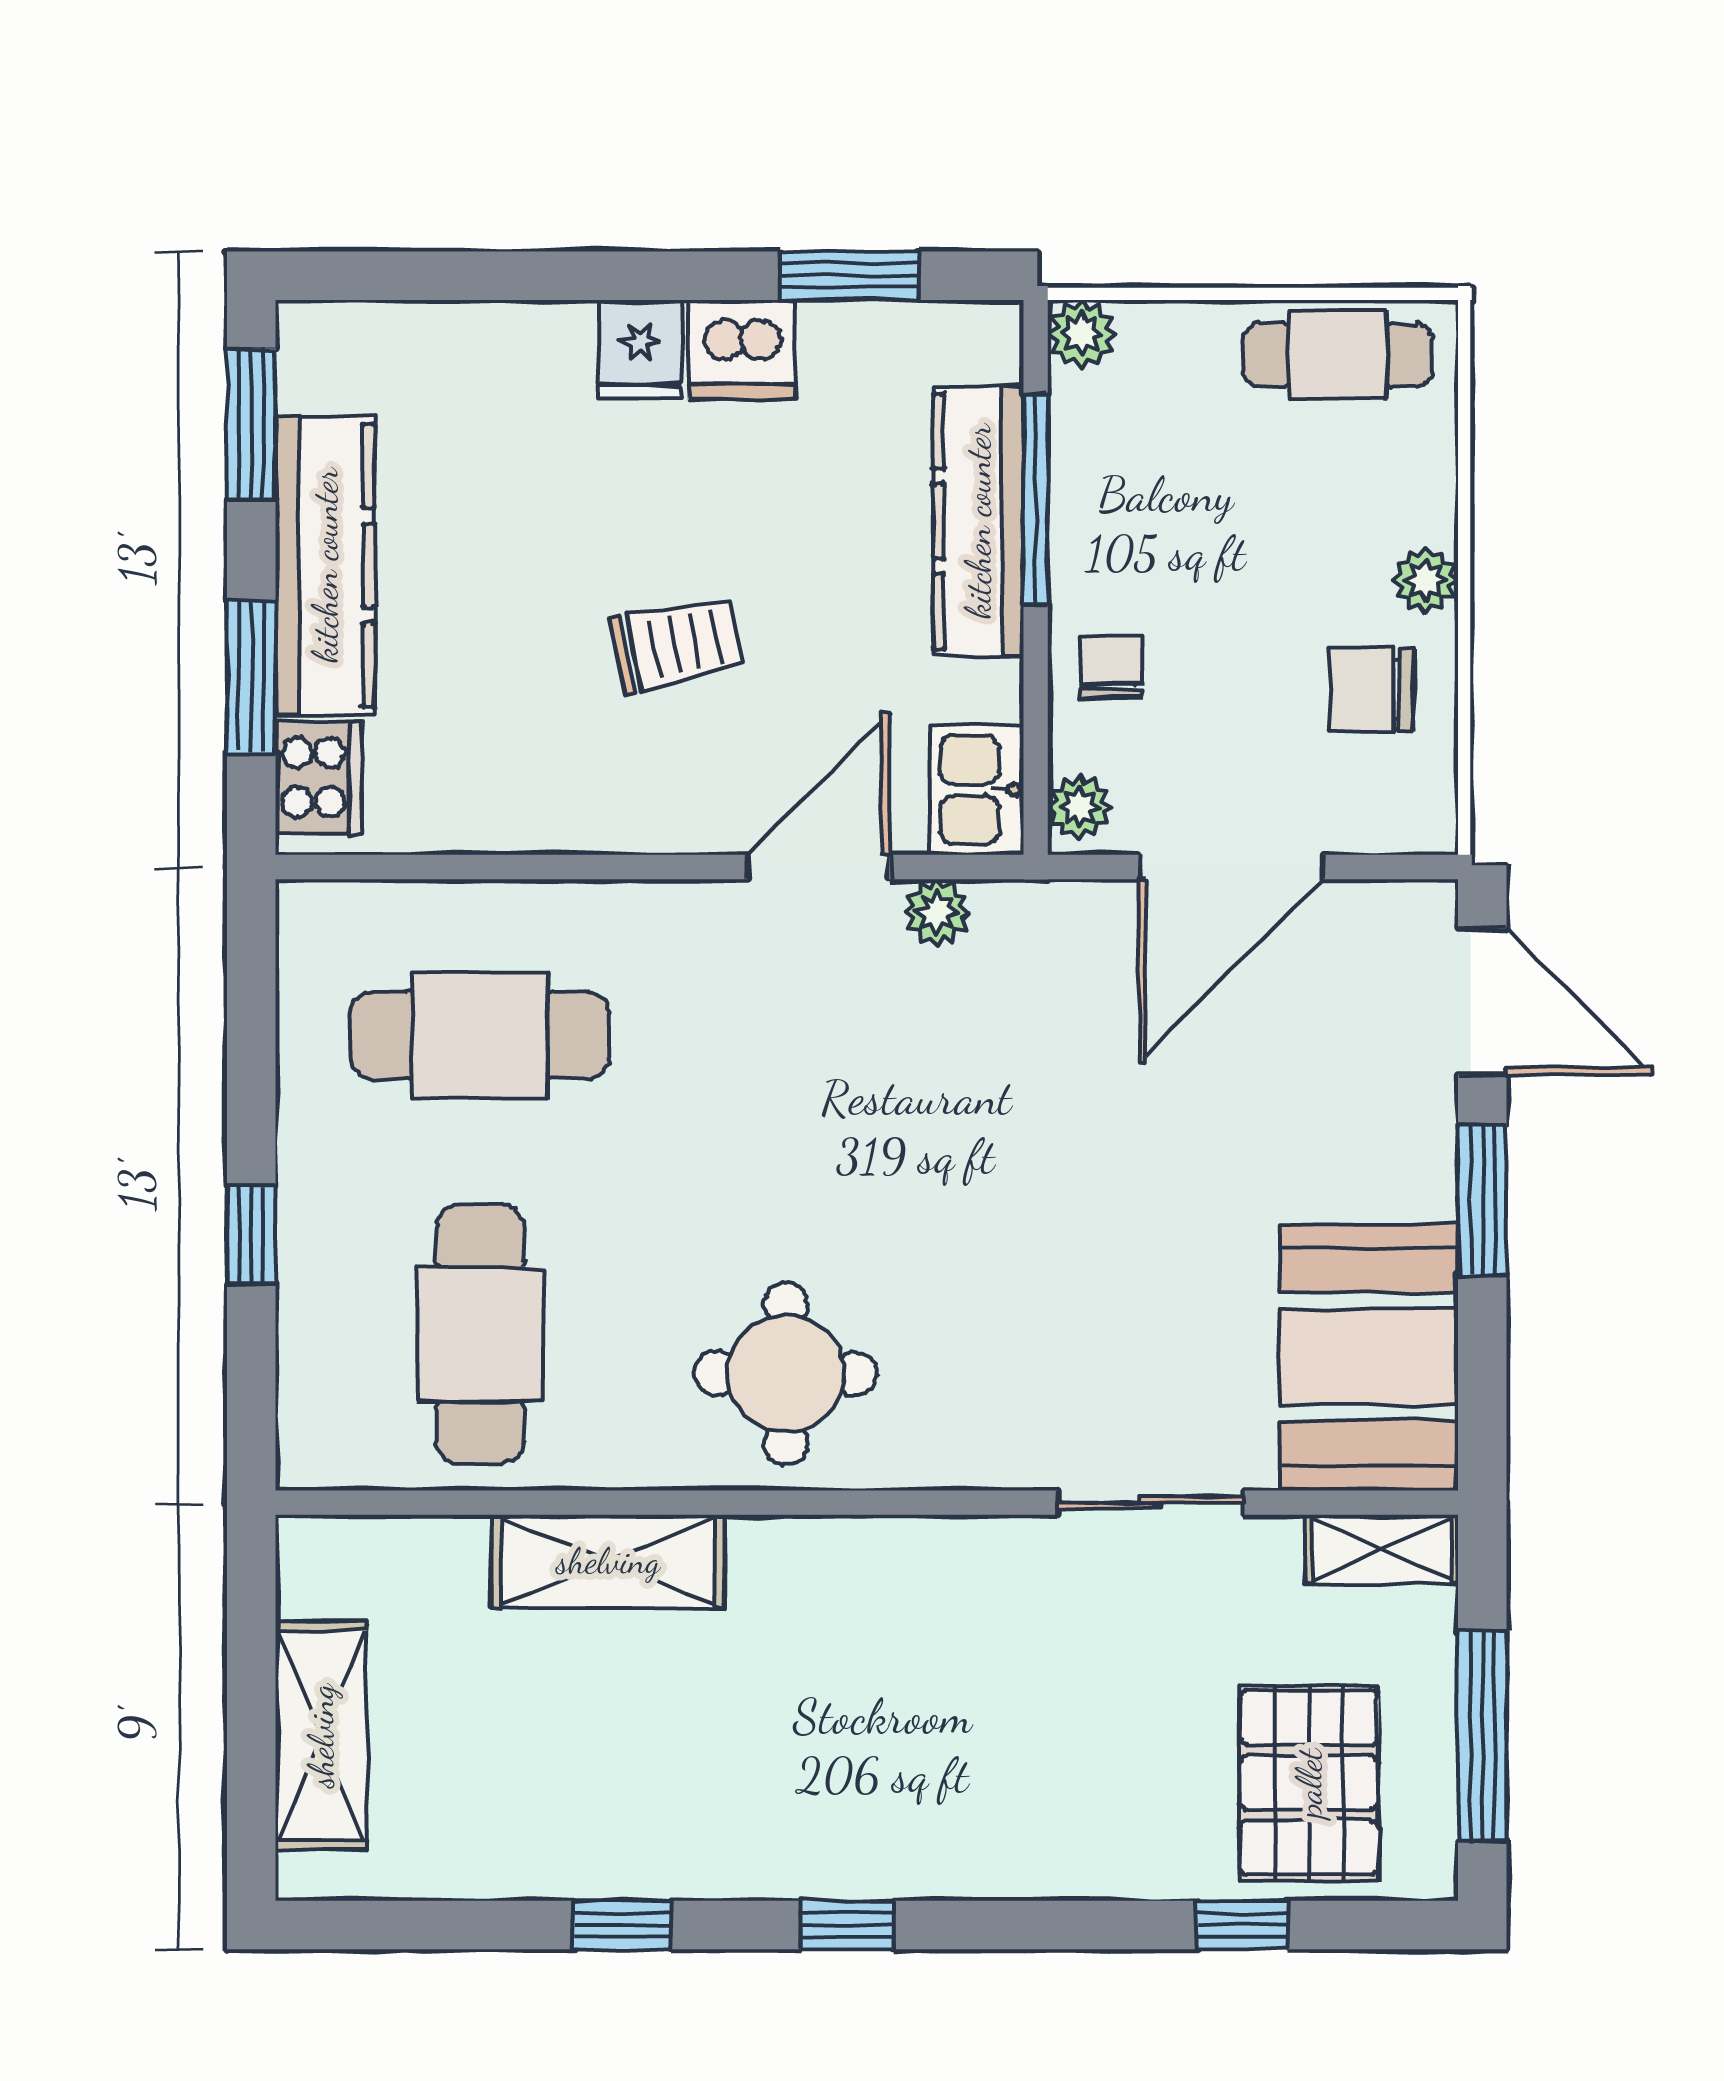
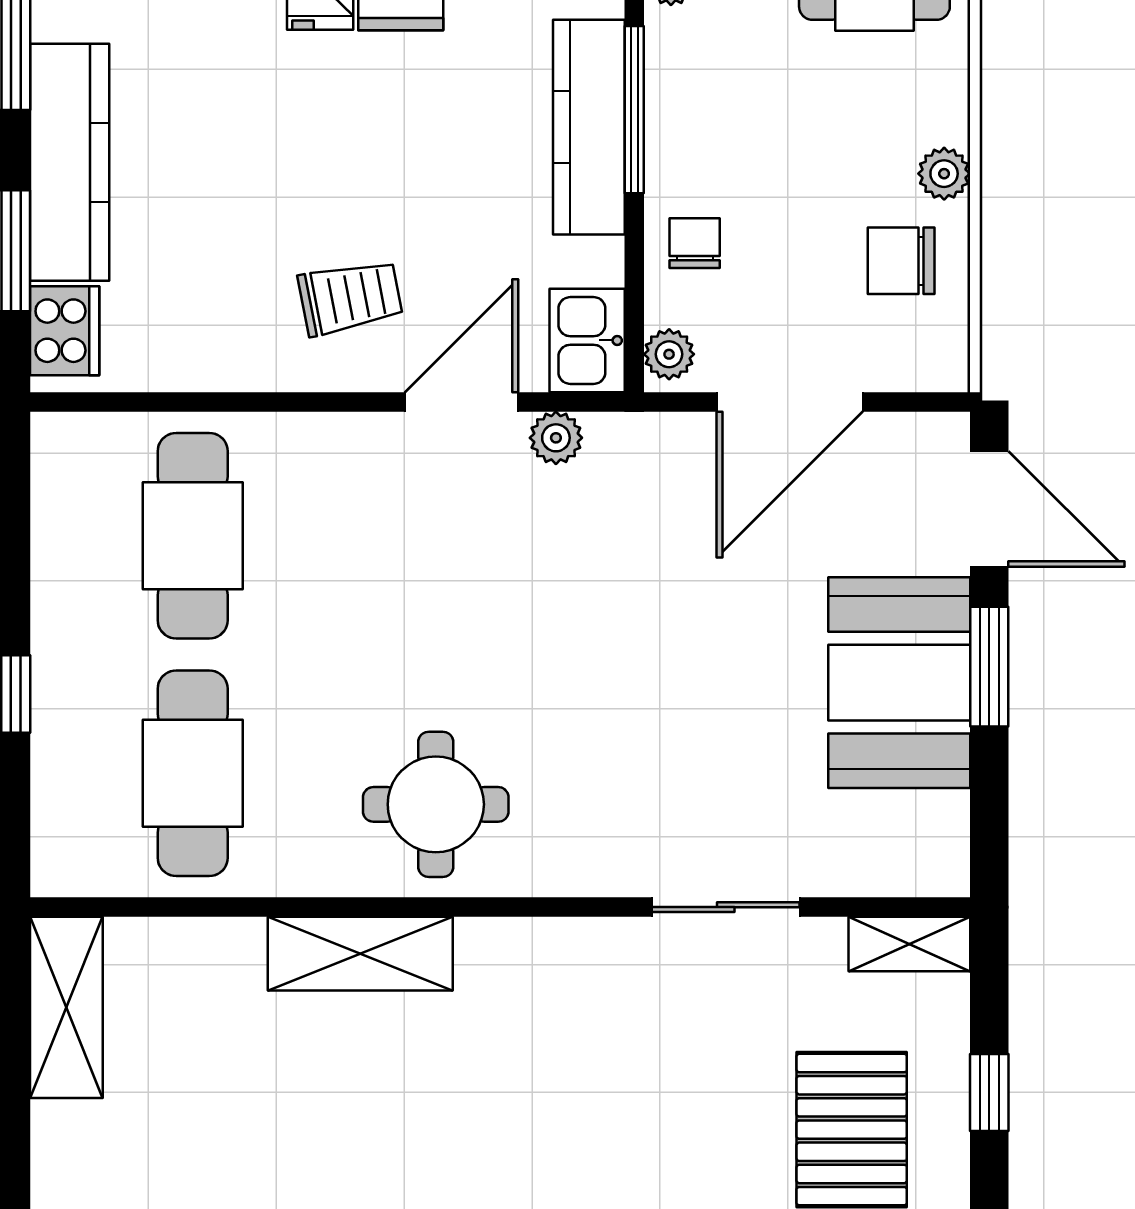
trolley: (676, 644) -> (350, 297), moved
cafe table: (480, 1035) -> (193, 536), turned 90
booth: (1369, 1357) -> (899, 683), moved
shelving: (608, 1561) -> (360, 954), moved
shelving: (321, 1736) -> (66, 1007), moved
window: (1482, 1736) -> (989, 1093), width x0.46

